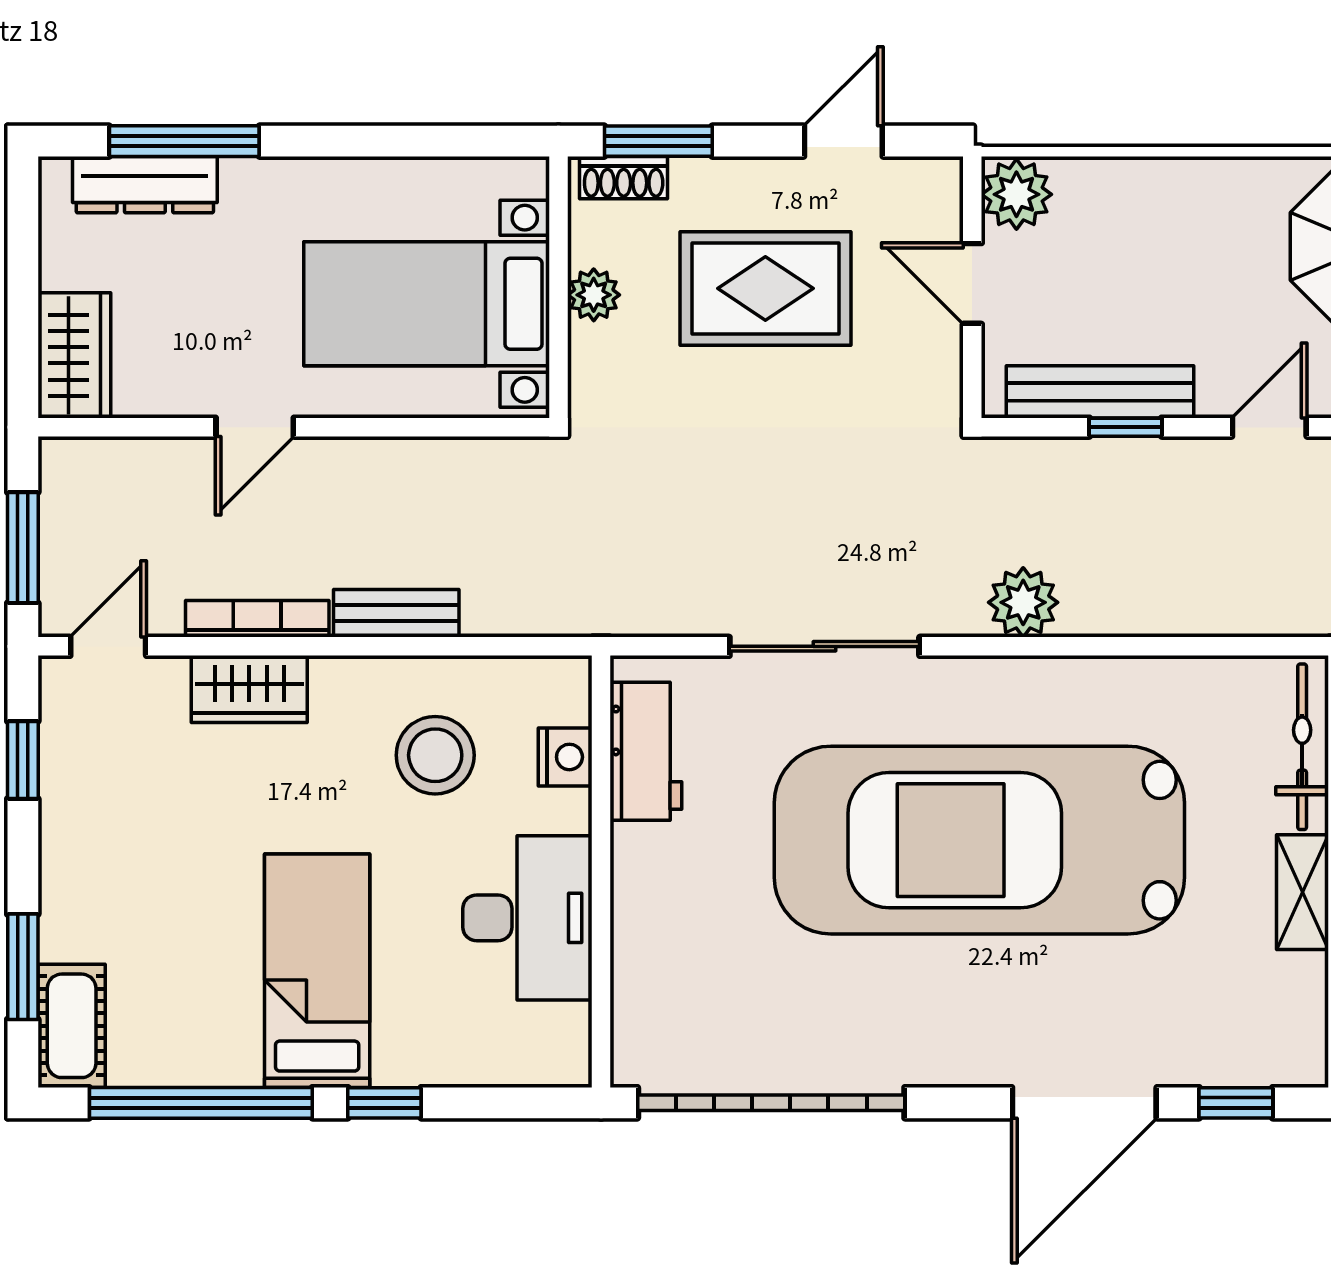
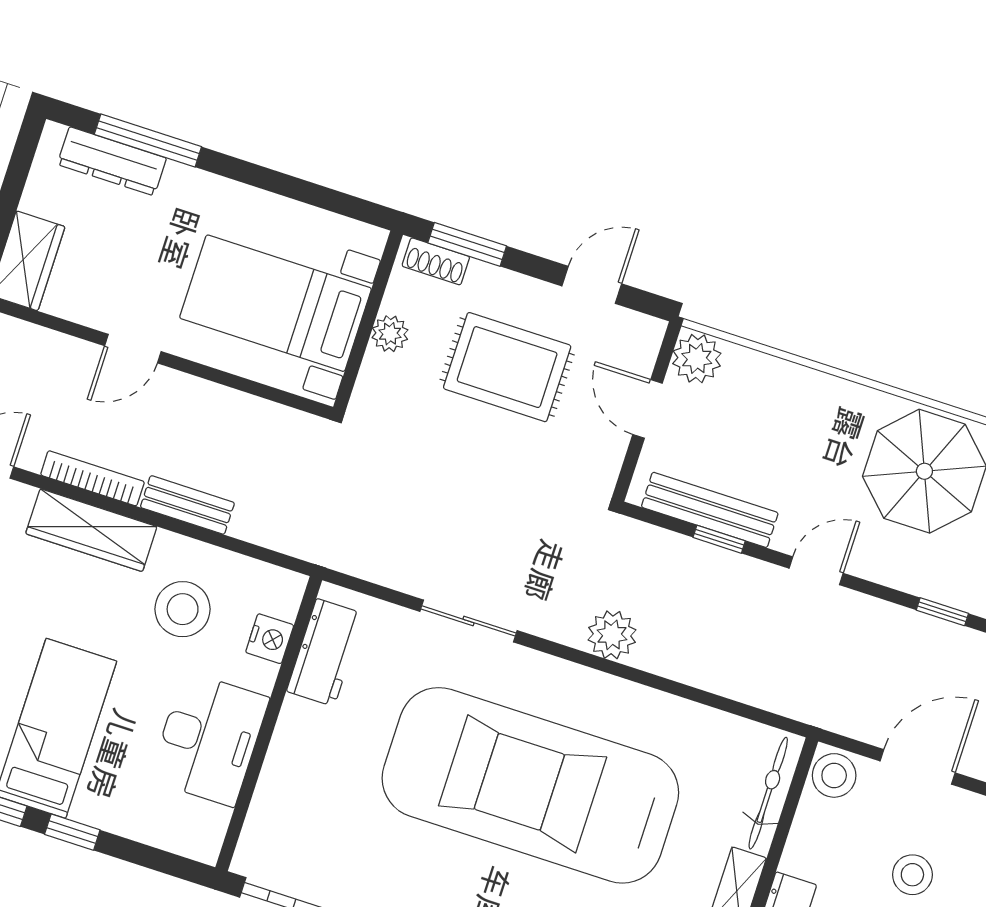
sliding door: (824, 646) -> (469, 621), width x0.73
wardrobe: (249, 689) -> (91, 530), width x1.50

